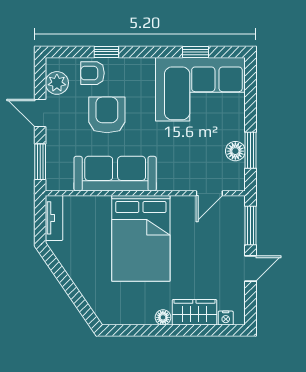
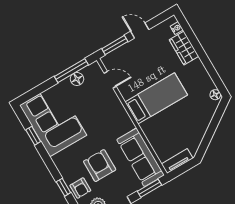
armchair: (107, 115) -> (100, 166), turned 90
window: (250, 150) -> (71, 71), width x1.44
sofa: (115, 174) -> (140, 157), moved
bed: (141, 238) -> (156, 98), width x0.67
floor lamp: (163, 317) -> (215, 95), moved

